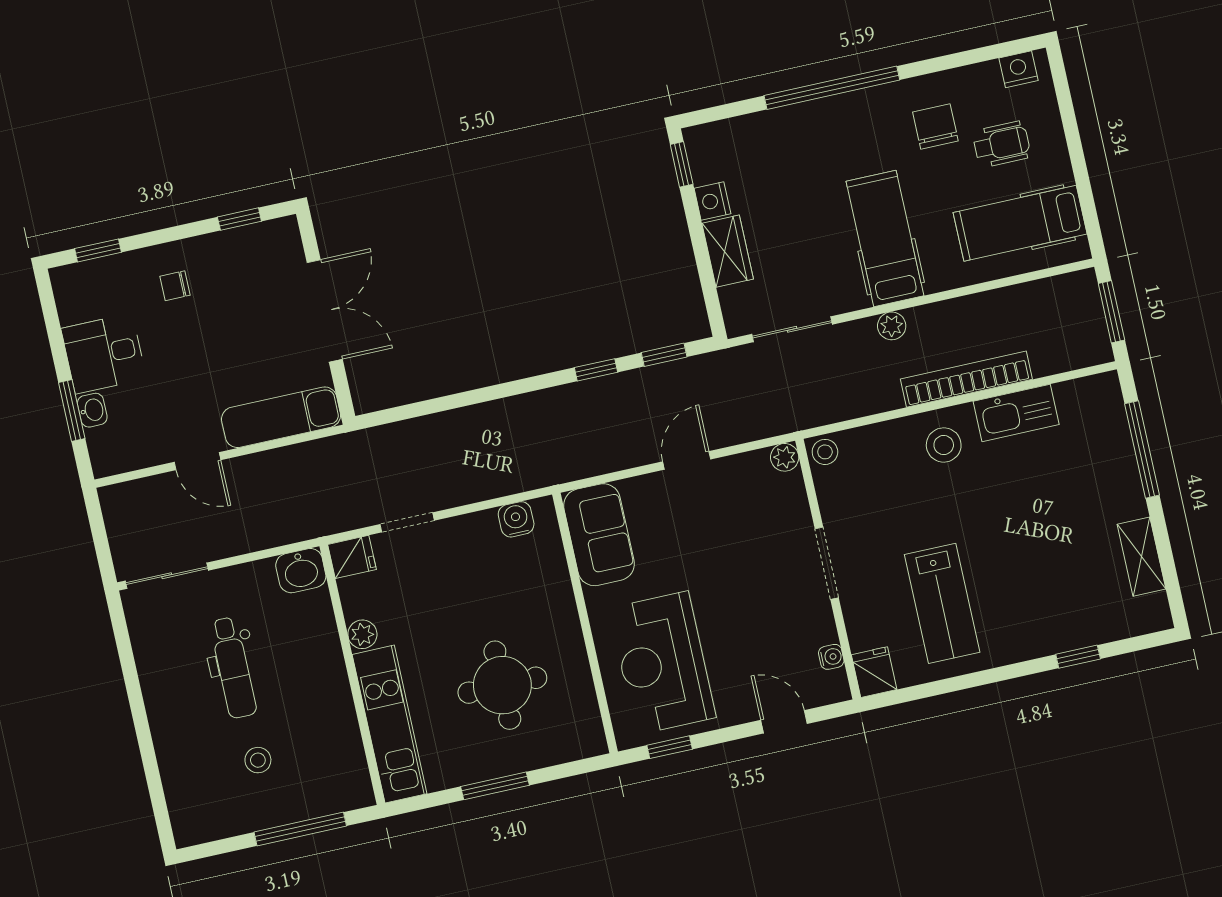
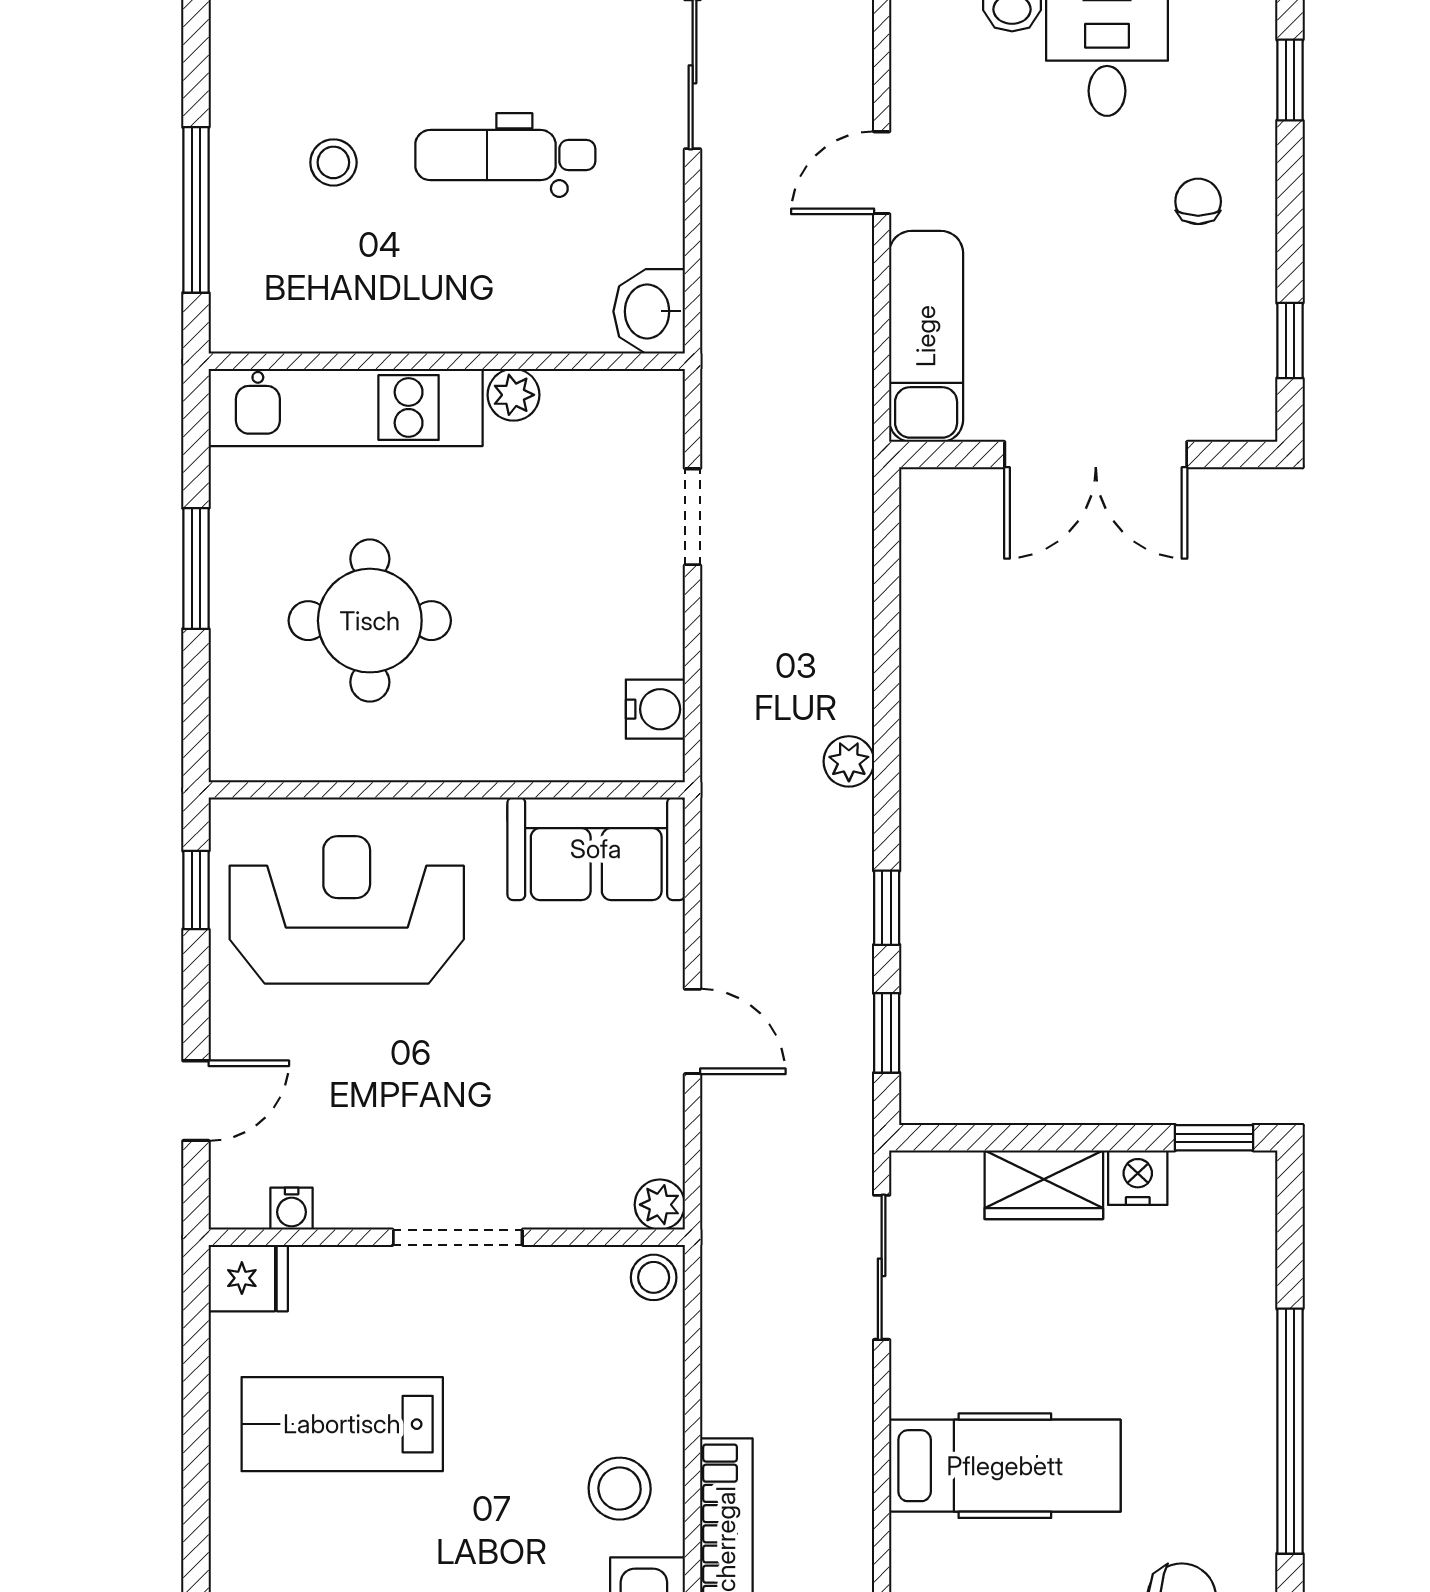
plant: (892, 326) -> (849, 761), moved
fridge: (352, 557) -> (653, 407), removed

